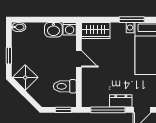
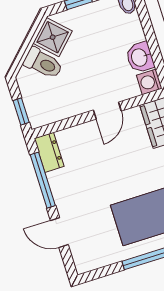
toilet: (65, 86) -> (43, 63), moved, turned 135
dresser: (121, 101) -> (49, 152), moved

